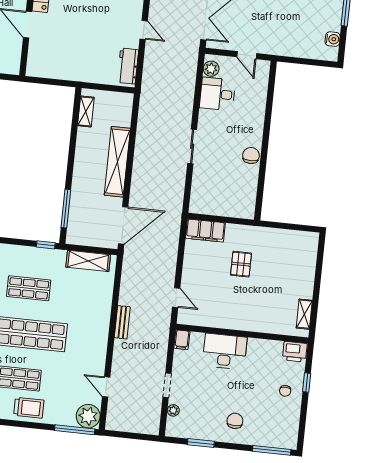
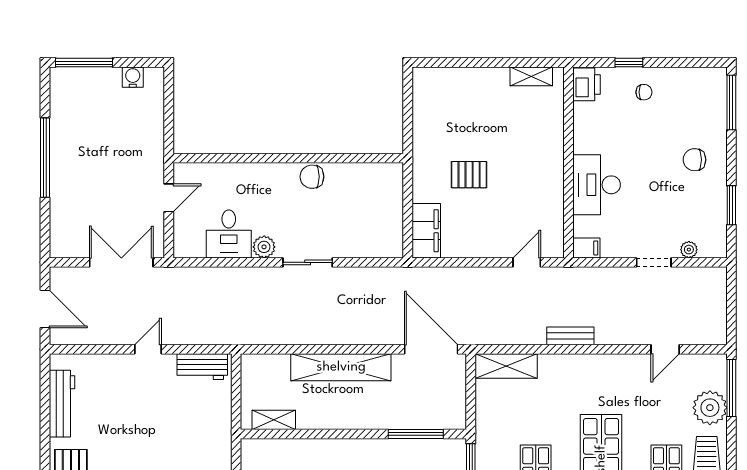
plant: (211, 69) -> (264, 247), moved
shelving: (88, 261) -> (506, 366), moved, turned 90
plant: (88, 416) -> (710, 408), moved

